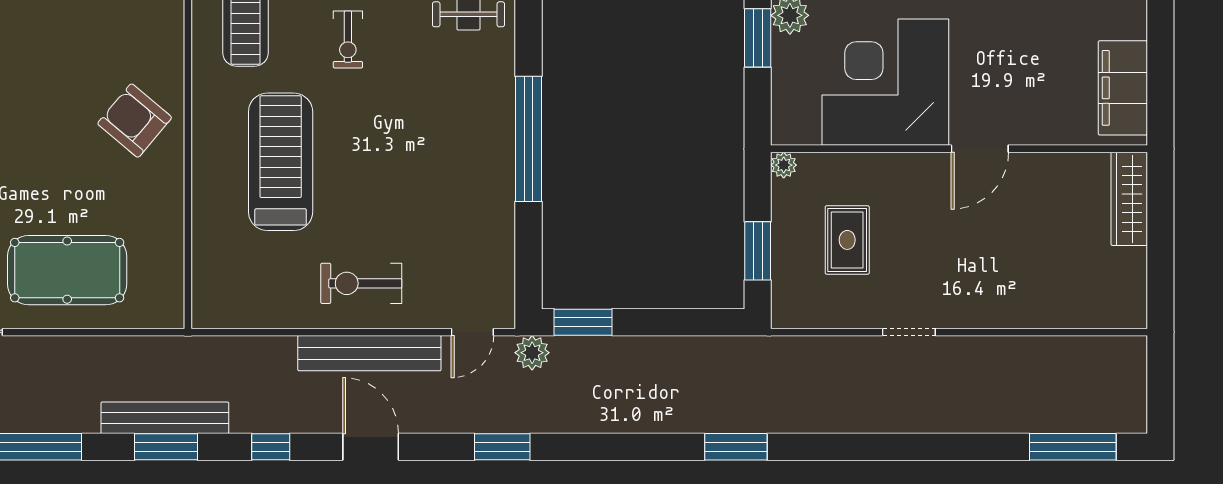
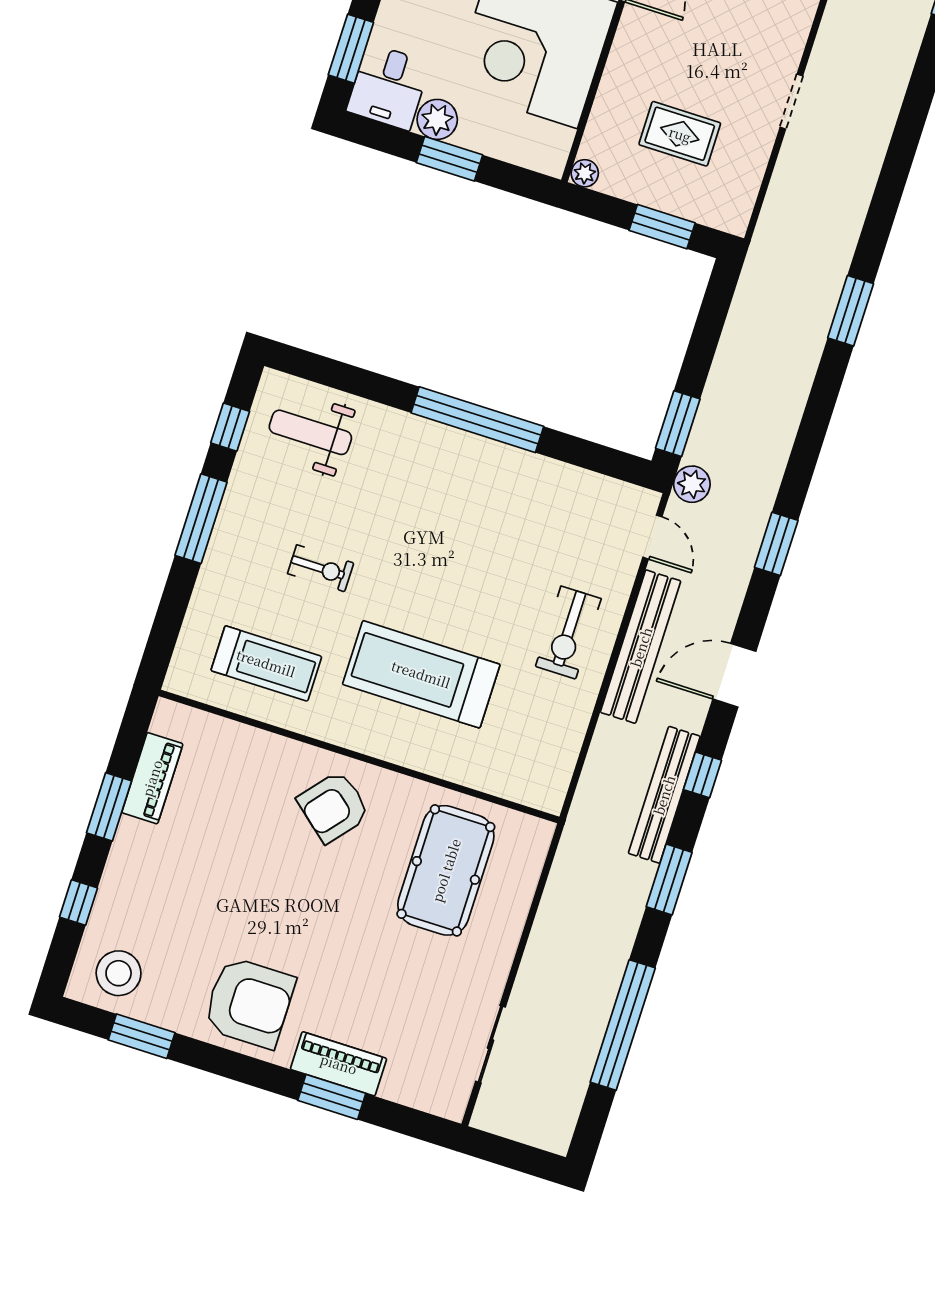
pool table: (67, 270) -> (446, 870), moved
bench: (165, 418) -> (664, 795), moved

